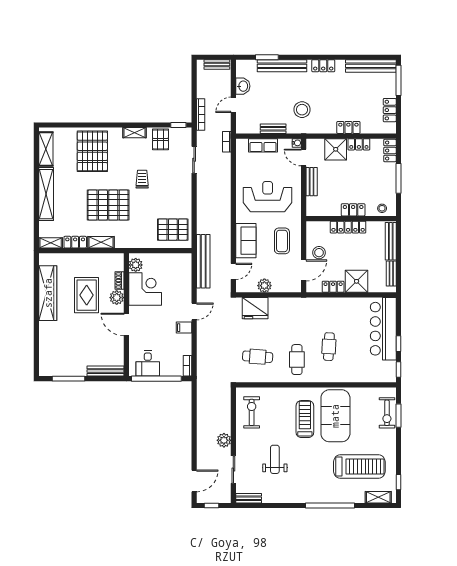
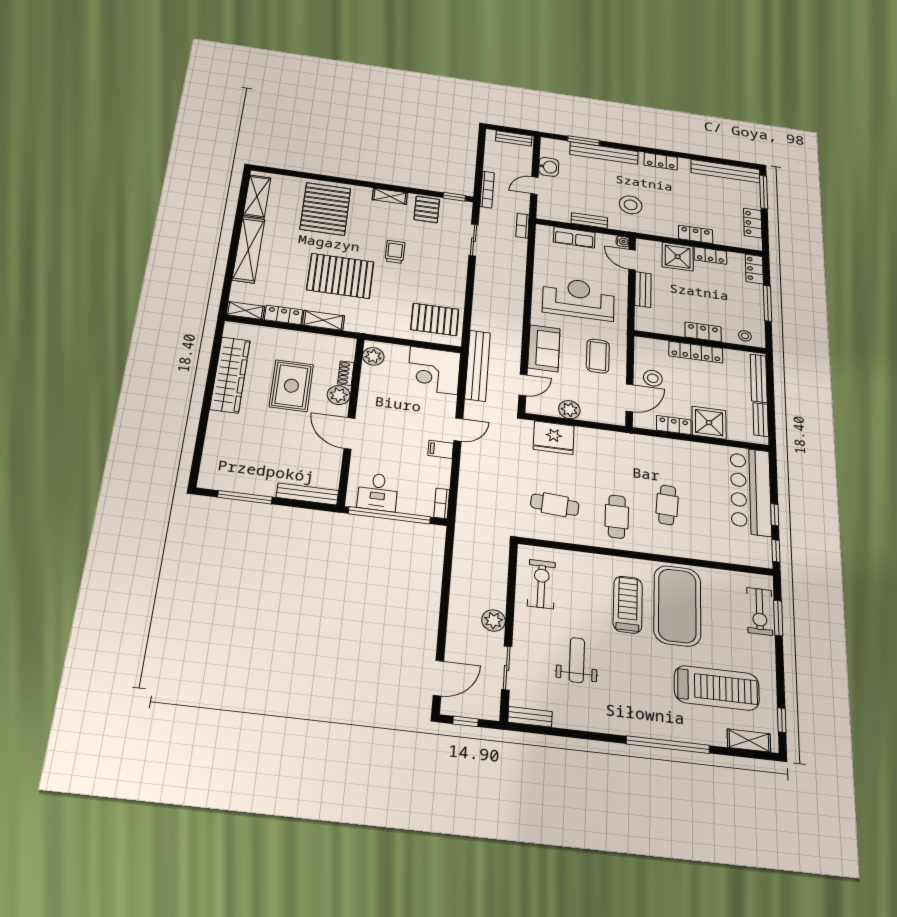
corner desk: (145, 289) -> (434, 370), moved, turned 180

